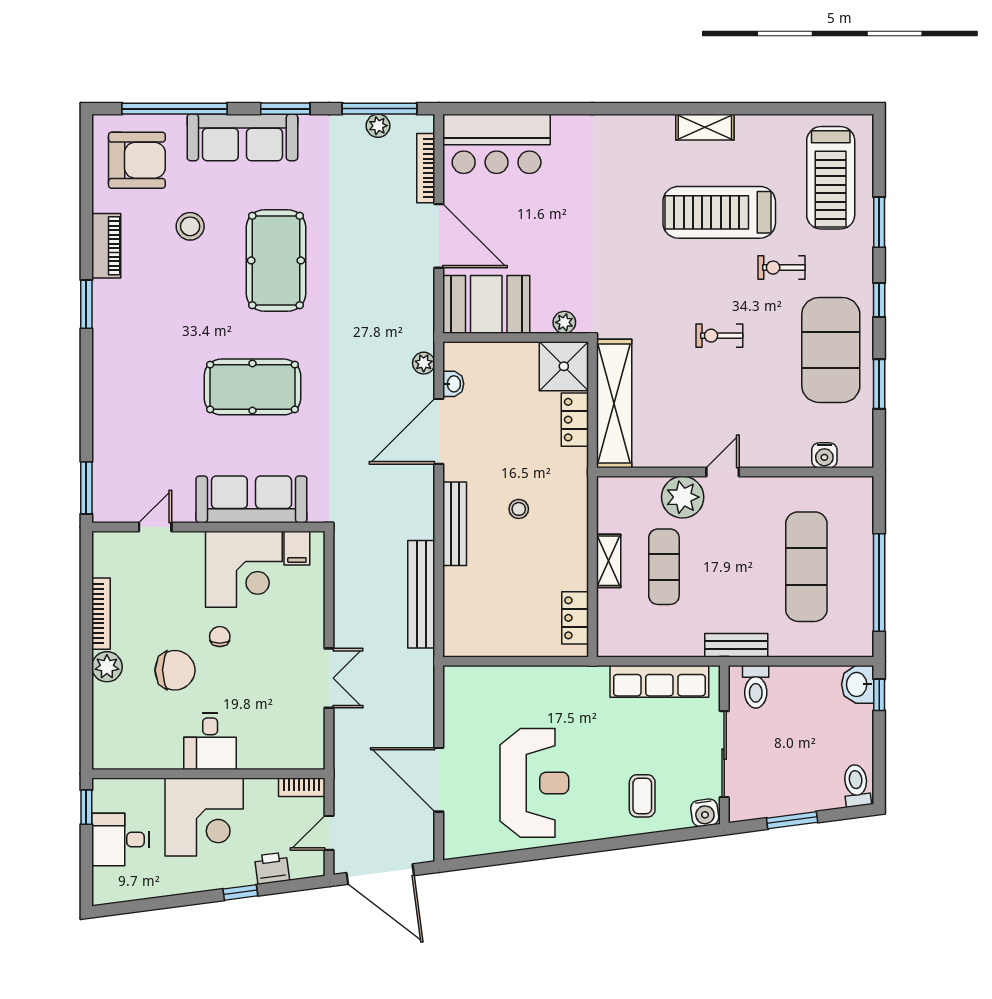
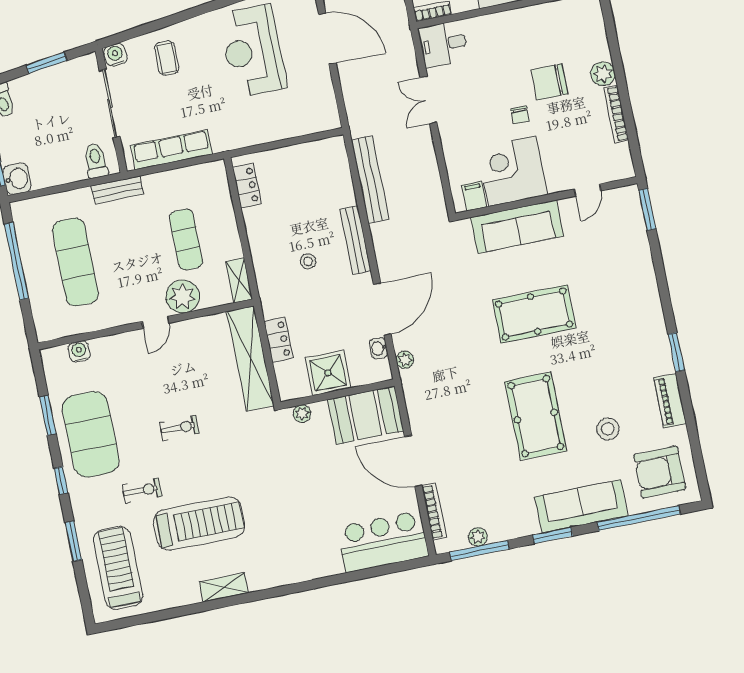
shower: (564, 366) -> (328, 373), moved
shelving: (609, 561) -> (239, 280), moved
desk: (210, 742) -> (443, 44), moved, turned -90

